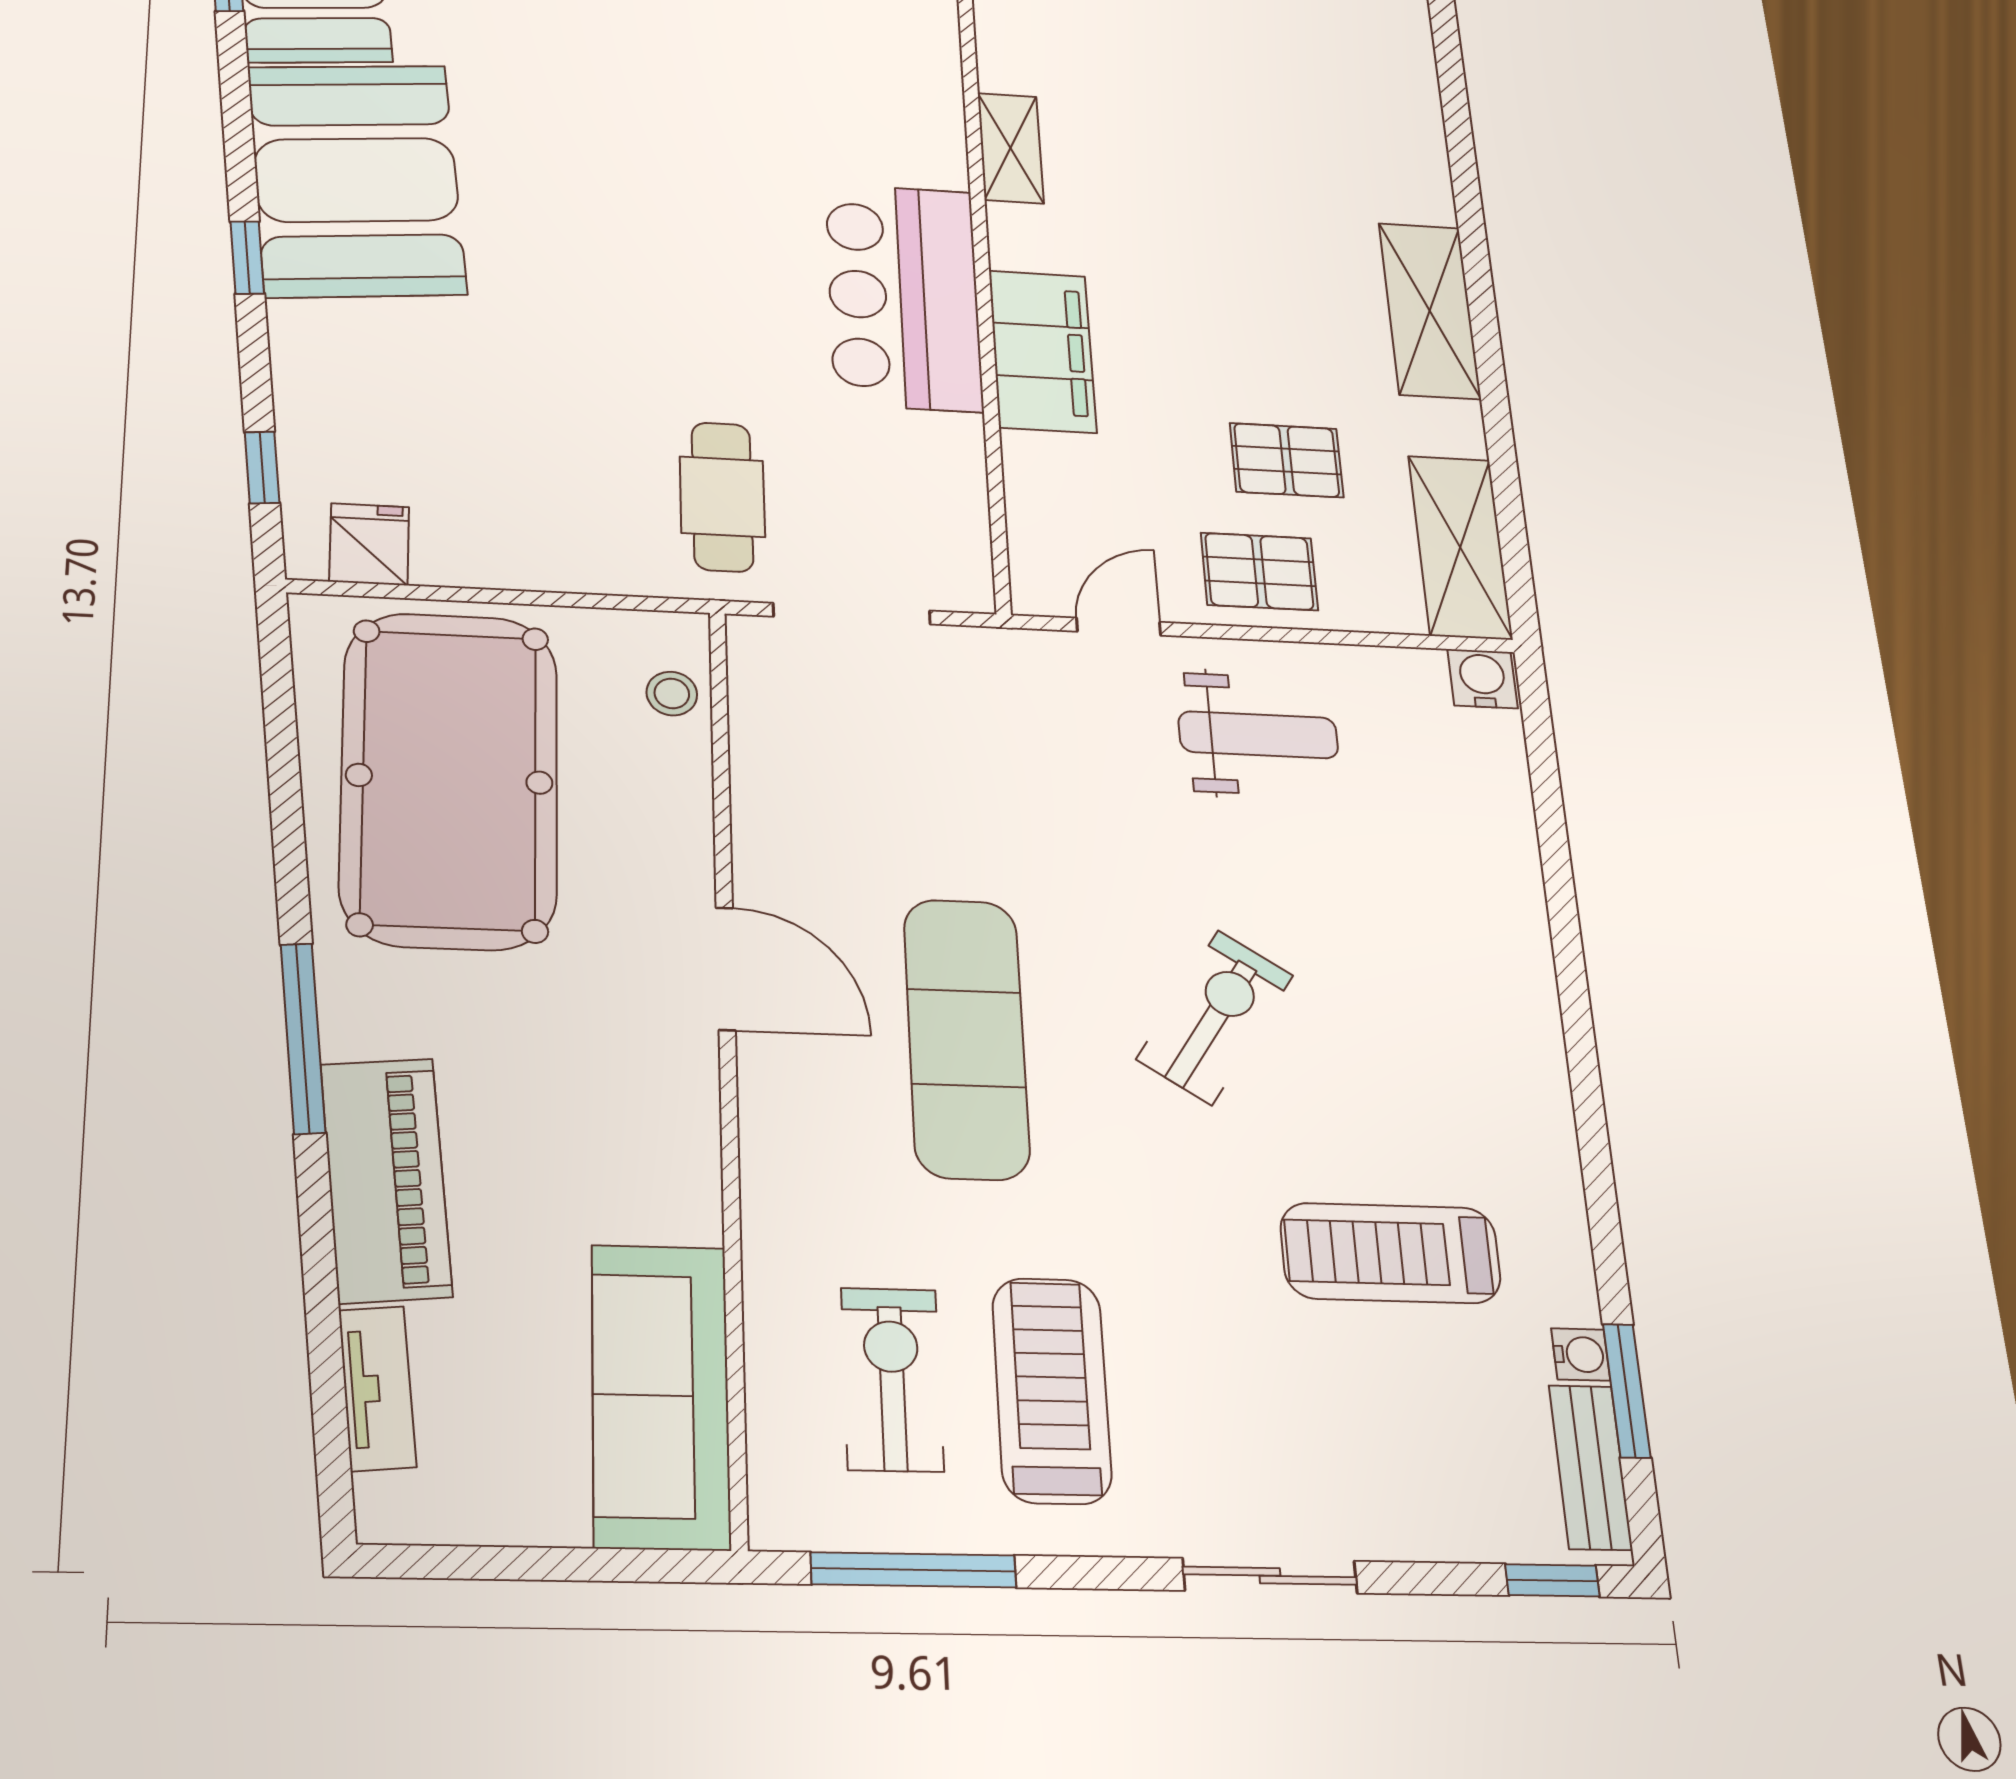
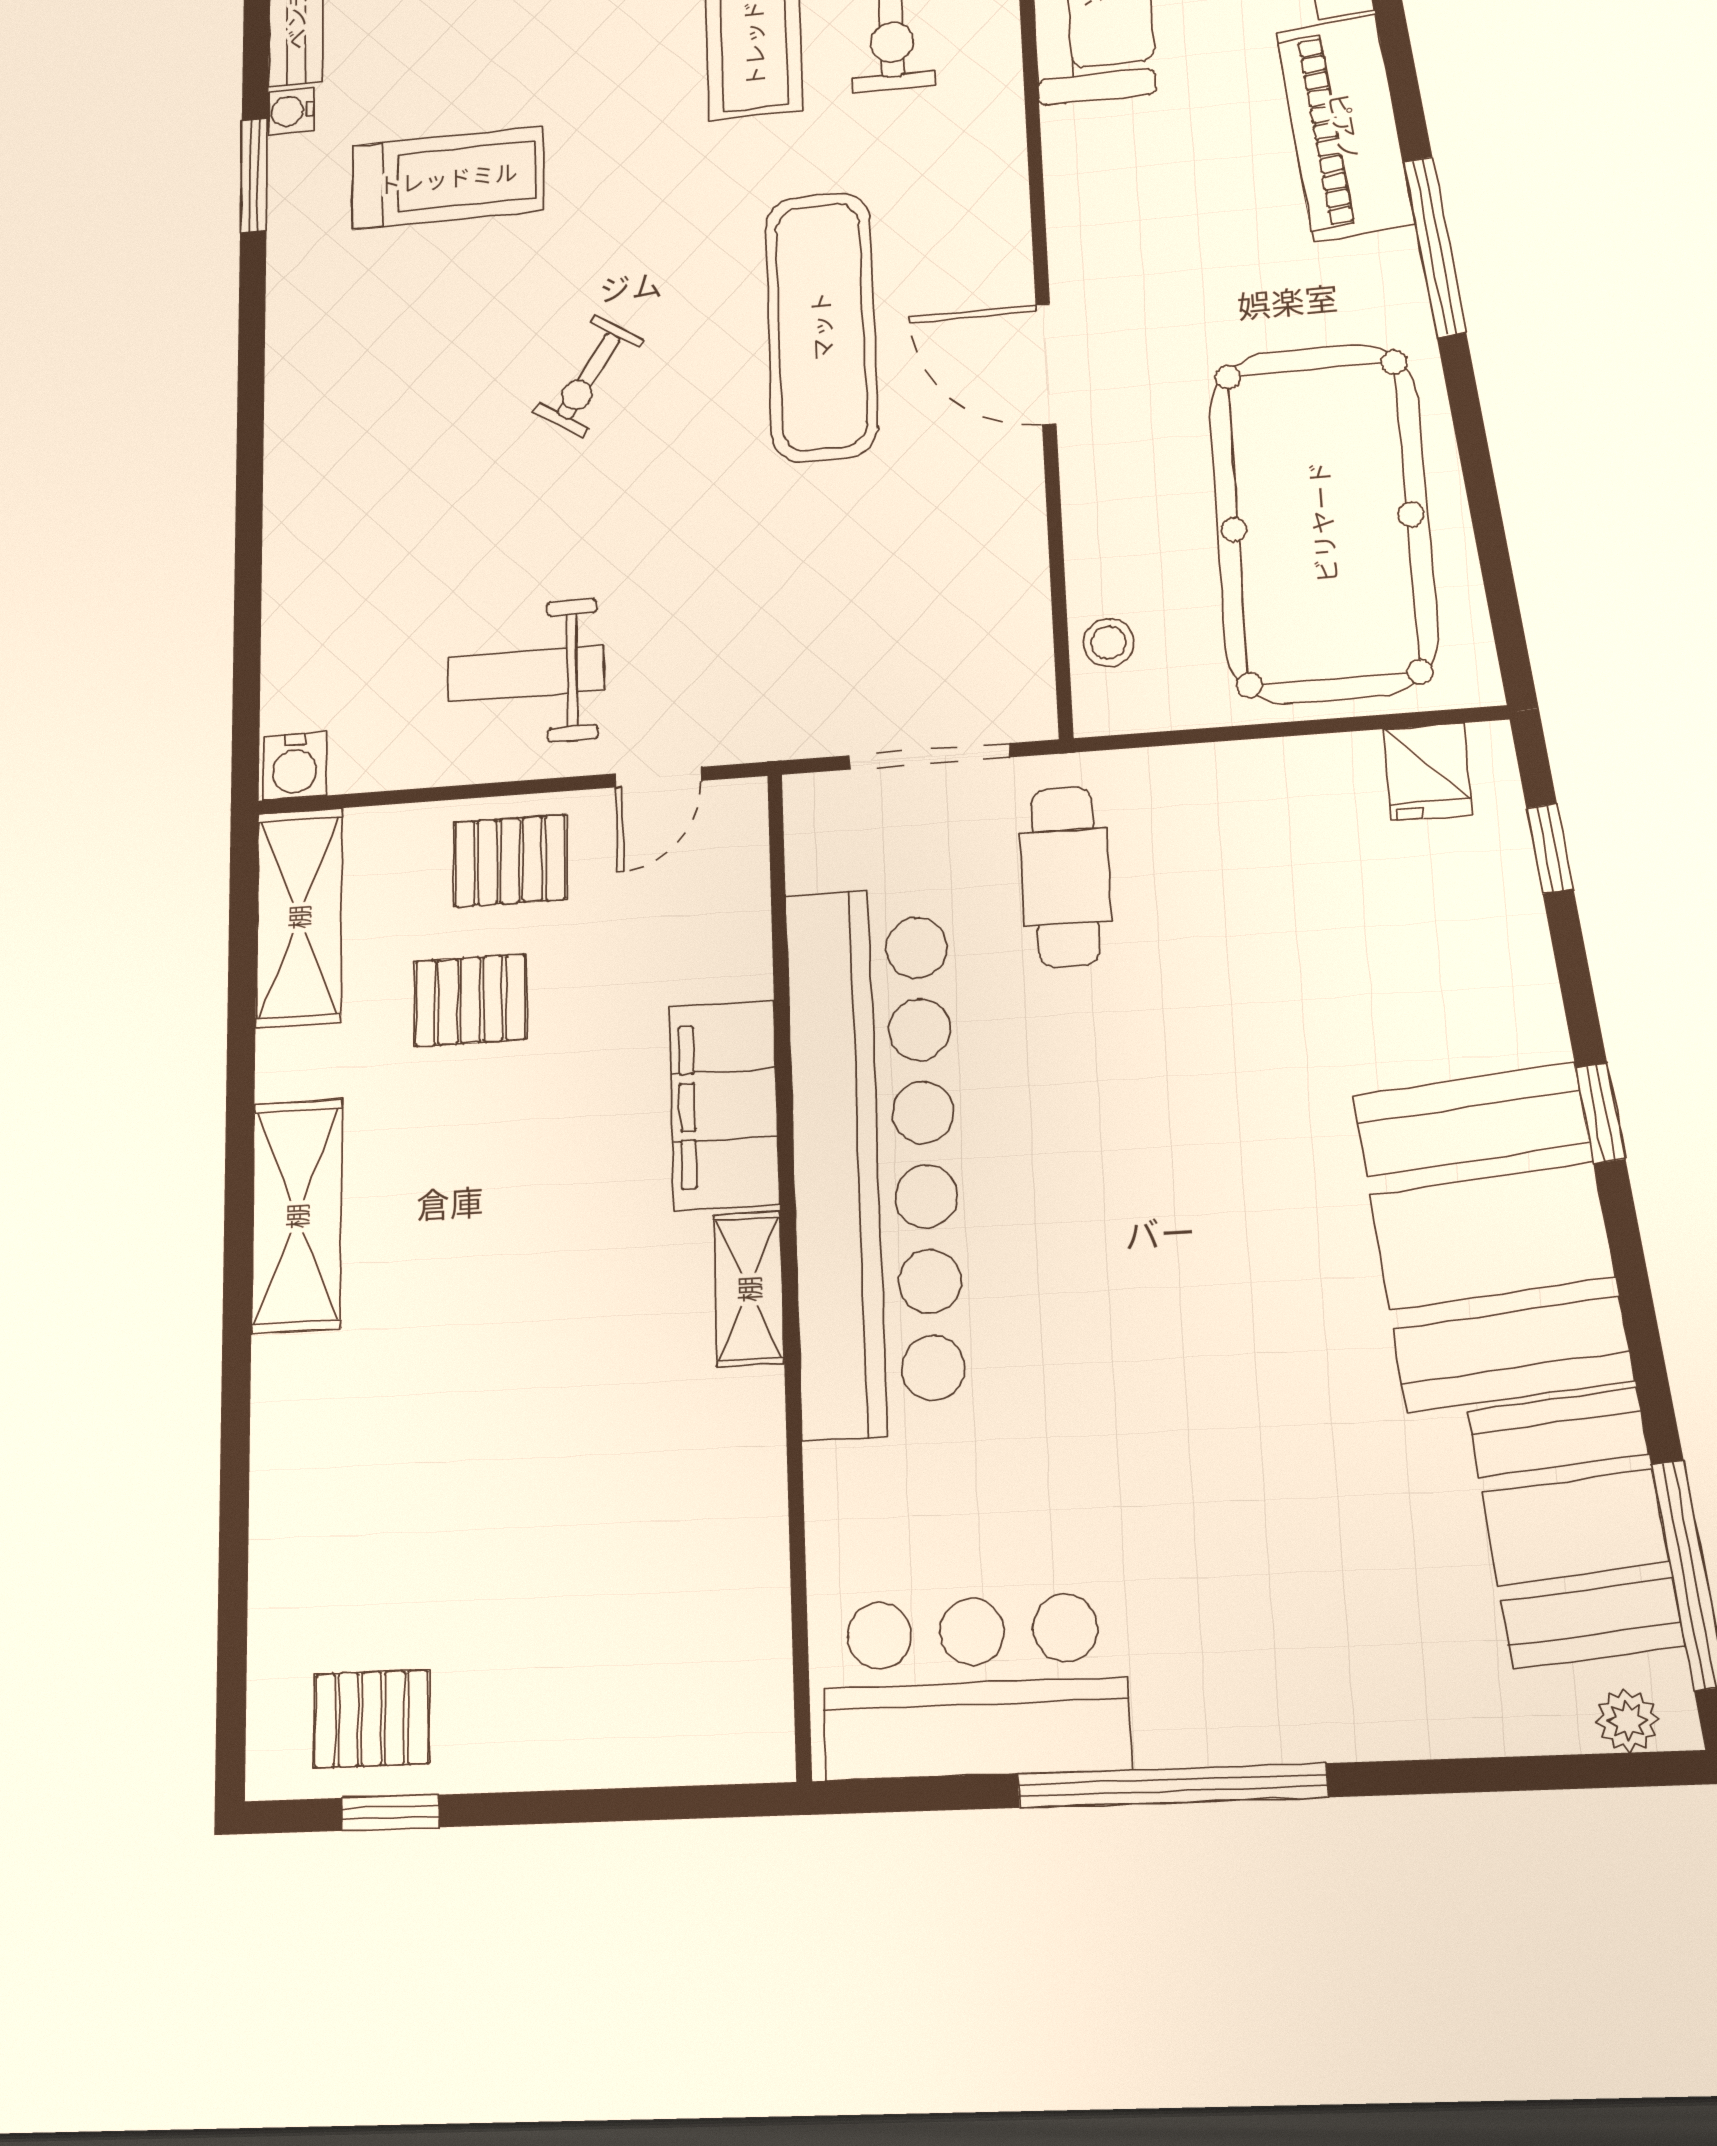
shelving: (1011, 148) -> (749, 1289), moved
bar counter: (904, 297) -> (874, 1157), width x1.86
exercise bike: (1215, 1017) -> (589, 376), width x0.73, depth x0.72
window: (1627, 1391) -> (254, 175), moved

